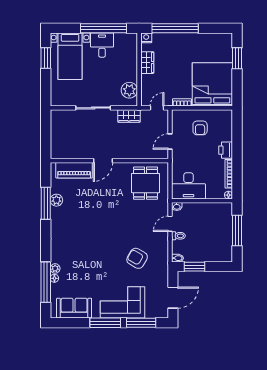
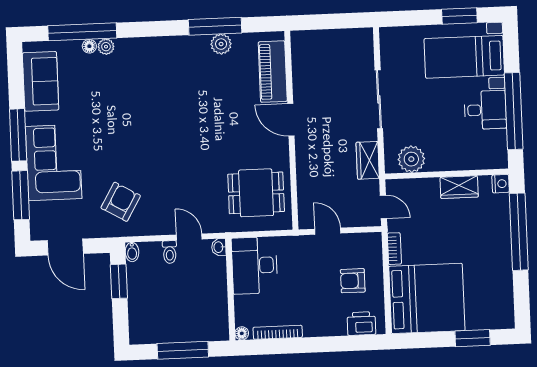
printer: (226, 150) -> (361, 324), moved
armchair: (137, 258) -> (121, 202), moved

